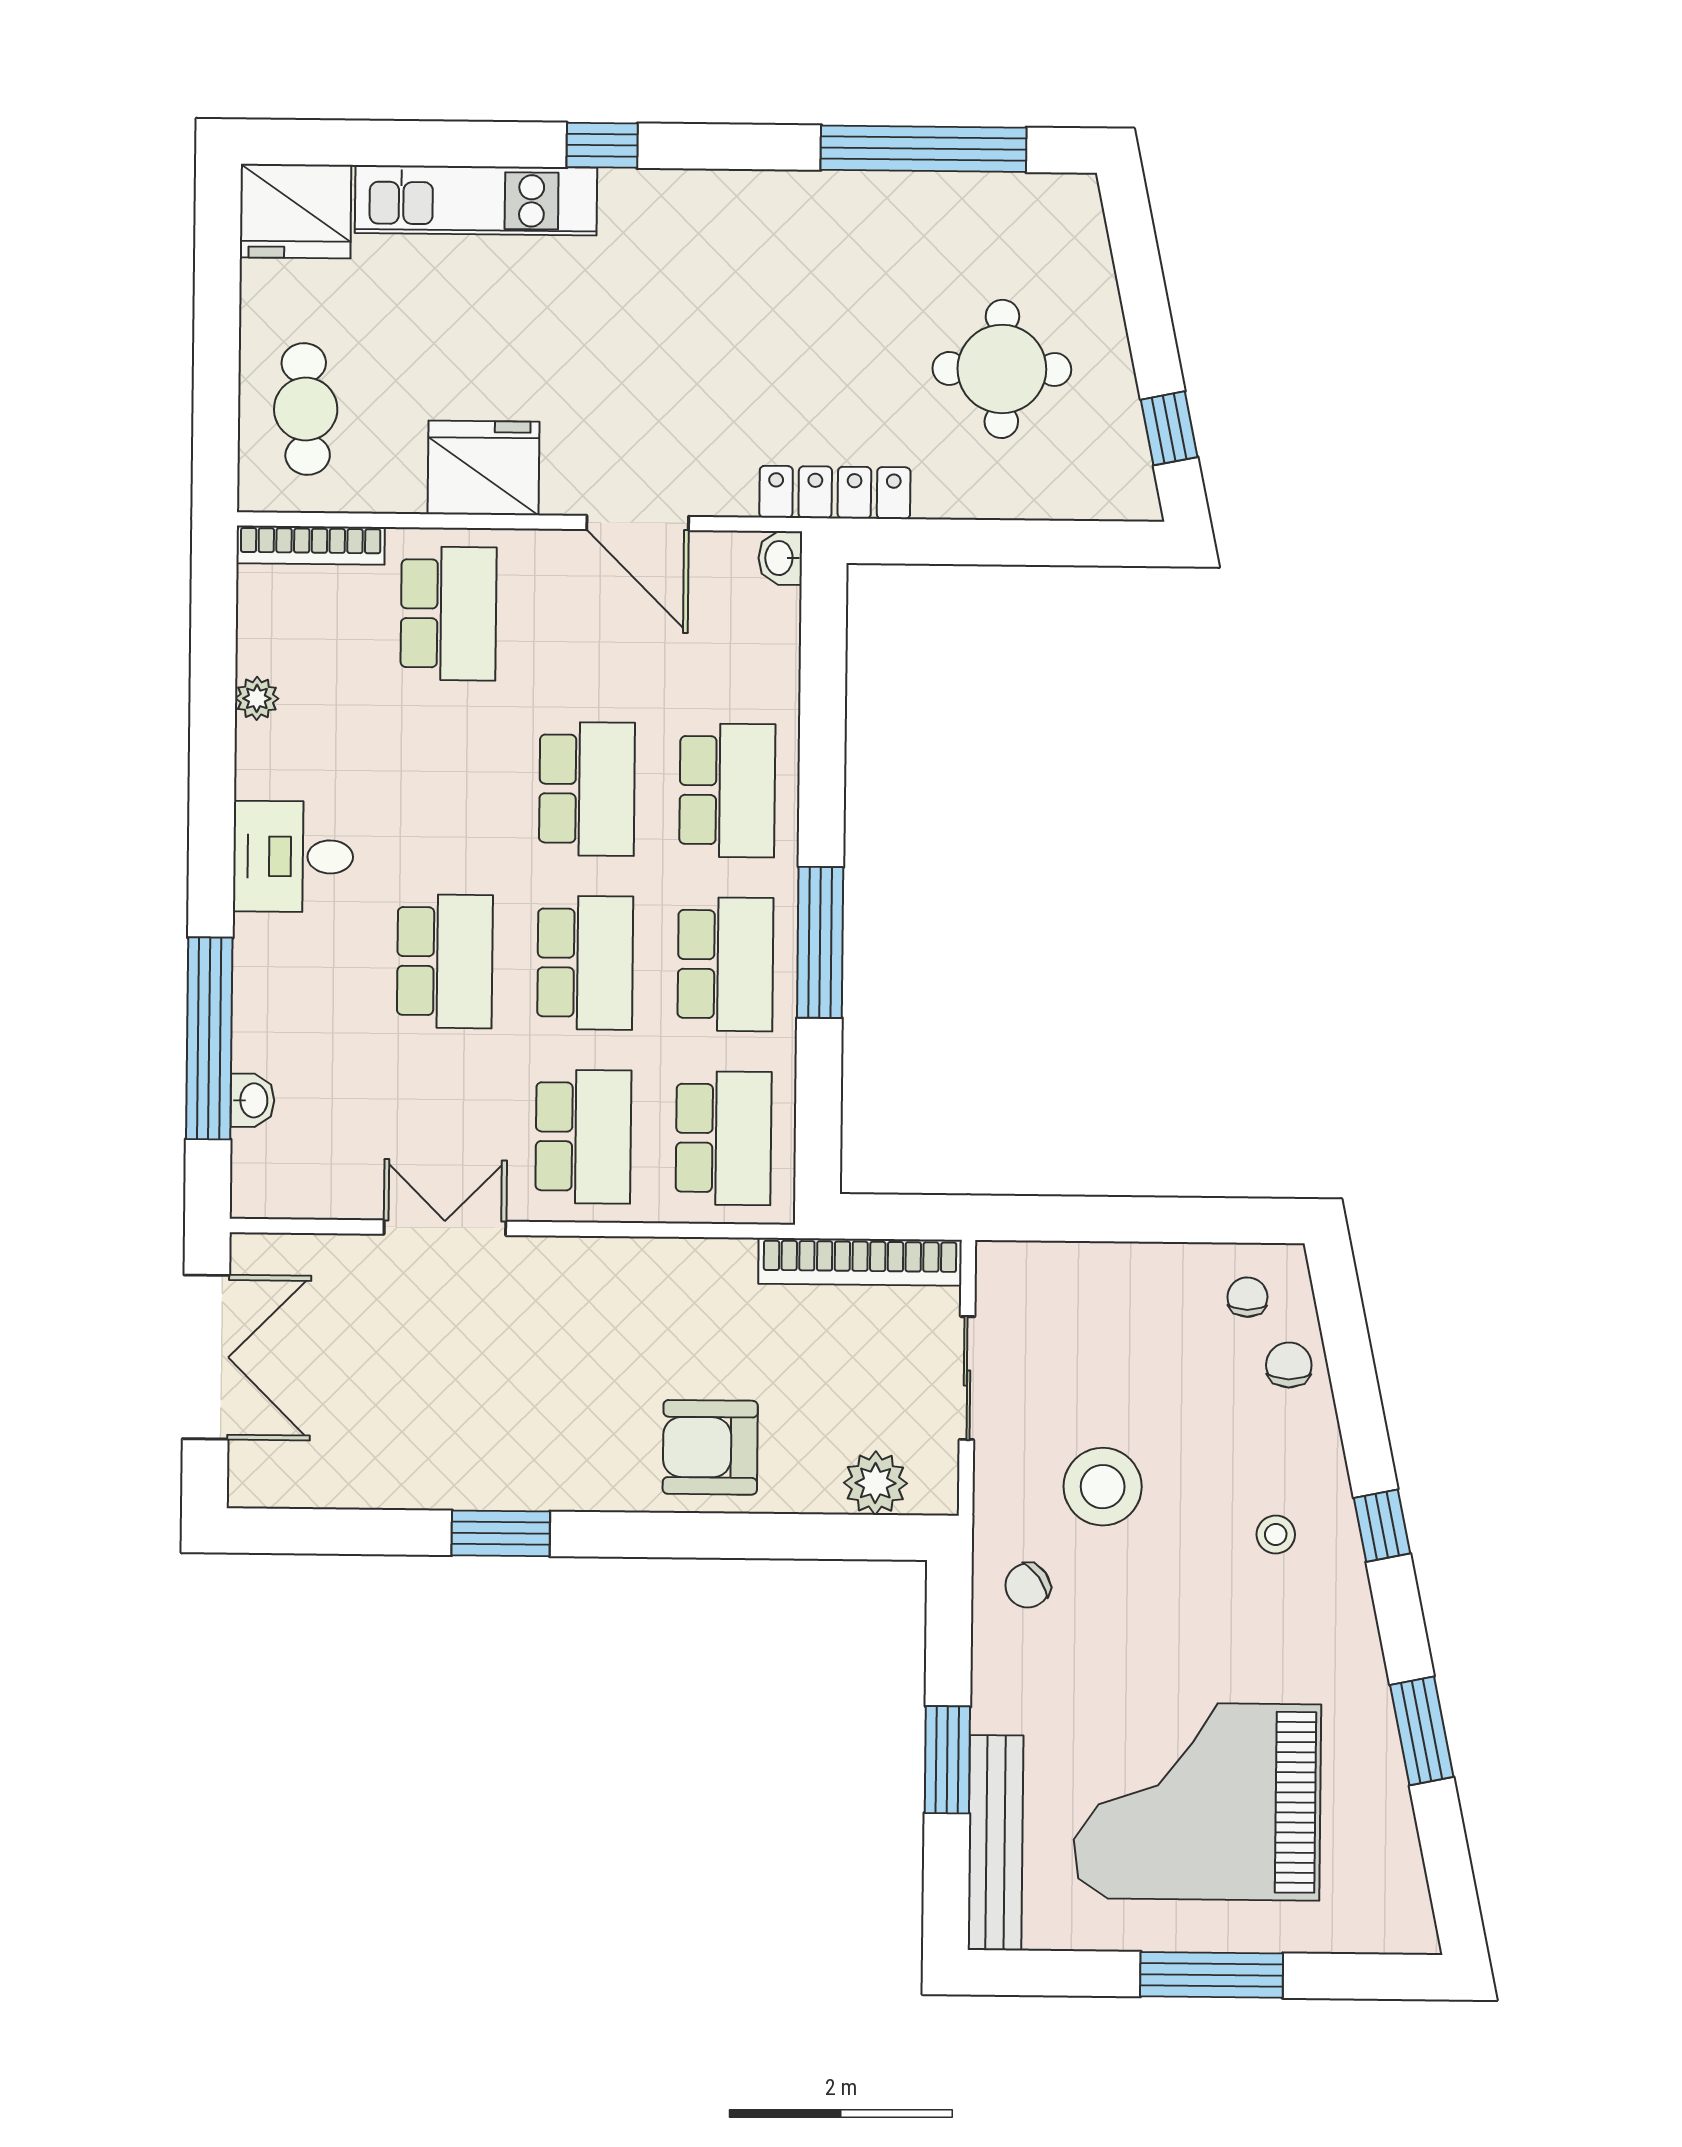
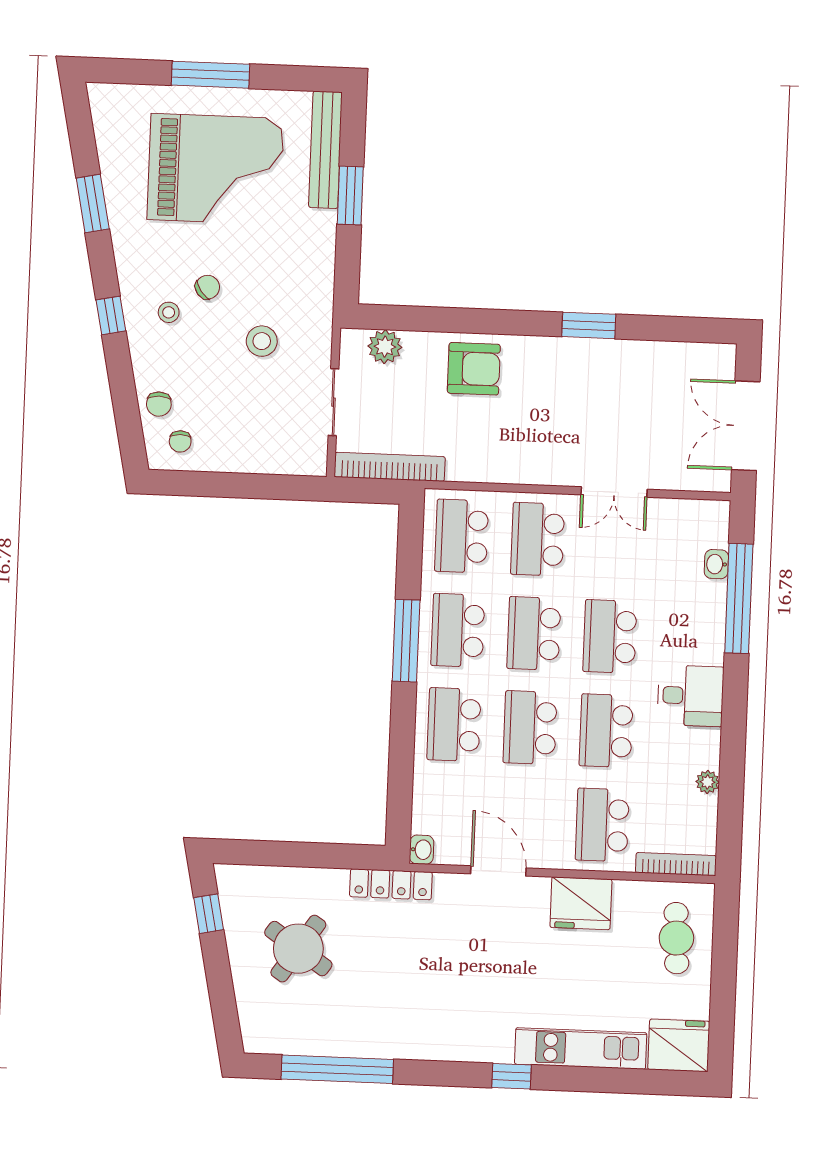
round table: (1002, 369) -> (298, 949), turned 34
school desk: (447, 787) -> (606, 731), added
stool: (1103, 1487) -> (262, 341), width x0.73, depth x0.73
chair: (1028, 1586) -> (207, 287), moved

